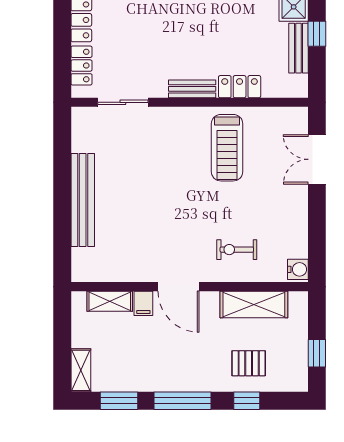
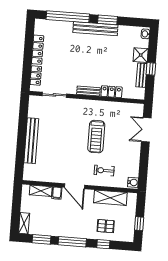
treadmill: (227, 148) -> (96, 137), moved

